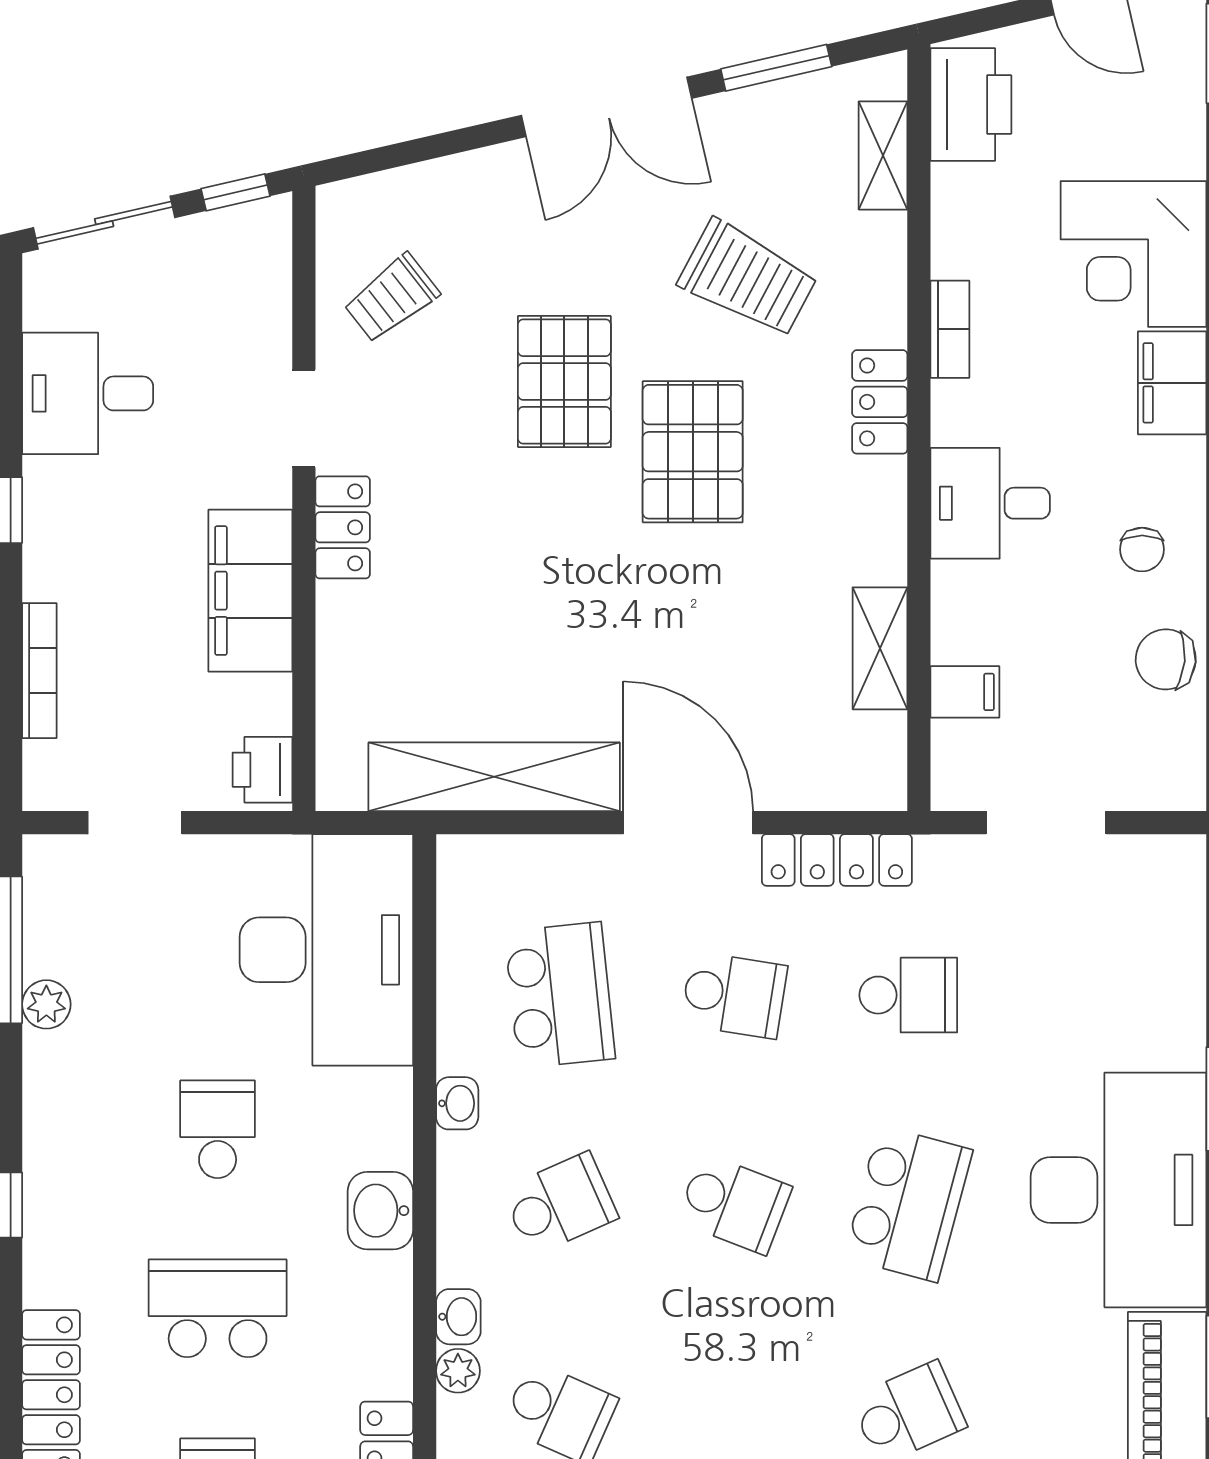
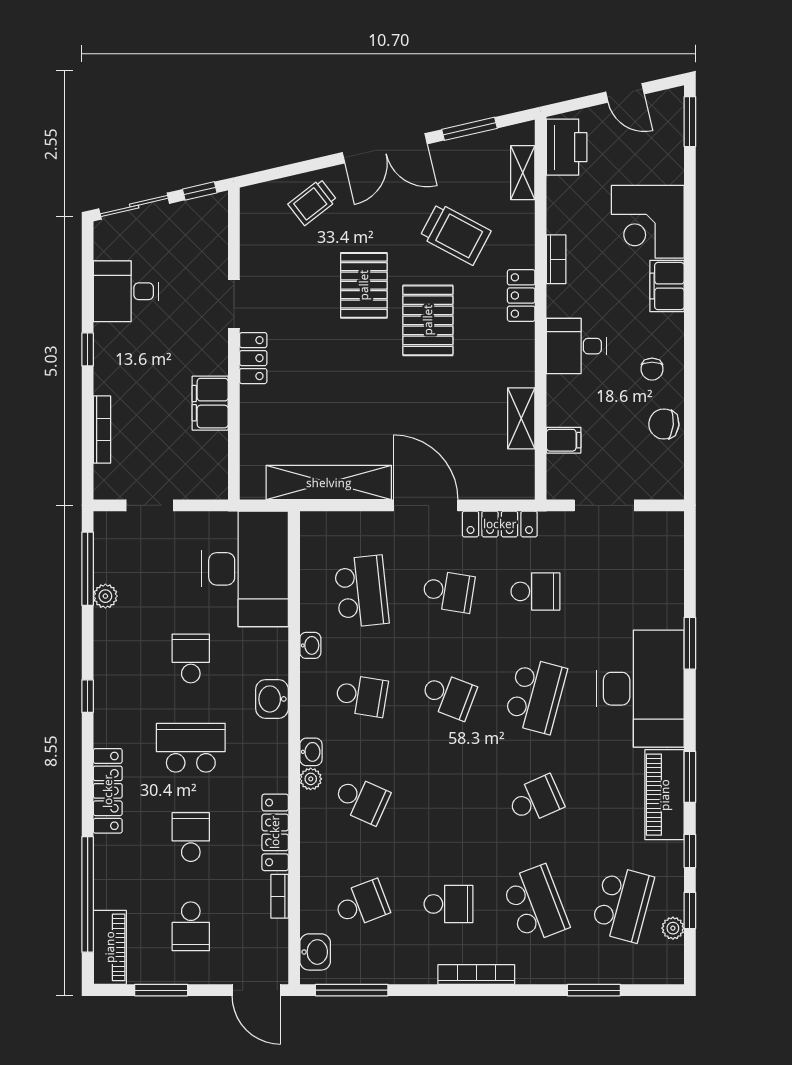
trolley: (391, 298) -> (313, 202), moved
filing cabinet: (250, 591) -> (210, 403), width x0.67, depth x0.86
printer: (262, 770) -> (213, 479), removed
school desk: (560, 1204) -> (362, 696), turned 33

